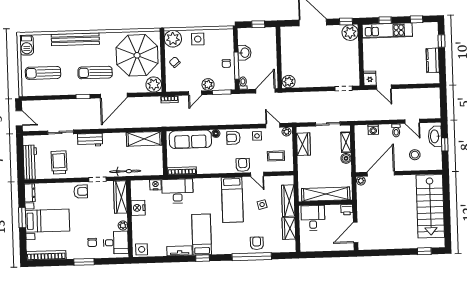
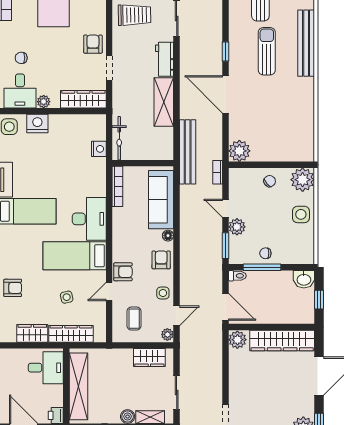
wardrobe: (288, 50) -> (282, 341), added
washbasin: (245, 53) -> (304, 279), moved
parasol: (137, 55) -> (281, 129), removed
sun lounger: (95, 73) -> (267, 51), moved
bench: (156, 121) -> (188, 152), added
shelving: (144, 139) -> (164, 102), moved
bicycle: (125, 171) -> (119, 138), moved
armchair: (81, 191) -> (93, 44), turned 180
desk: (177, 191) -> (89, 219), moved
nightstand: (138, 208) -> (37, 124), moved

